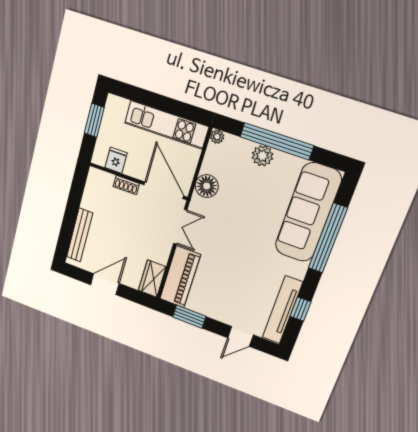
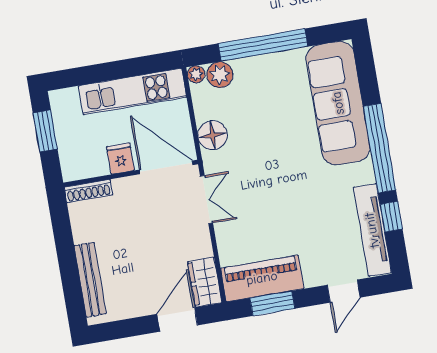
plant: (262, 156) -> (220, 75), moved
fridge: (116, 160) -> (120, 158), moved
shoe rack: (126, 185) -> (88, 191), moved, width x1.43
window: (328, 238) -> (379, 148), moved
piano: (180, 277) -> (262, 278), moved, turned -90
door: (105, 284) -> (177, 320), moved

